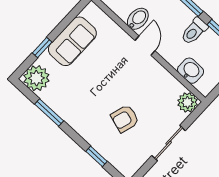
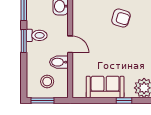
toilet: (194, 31) -> (37, 35), moved
door: (145, 46) -> (70, 44), swing flipped

